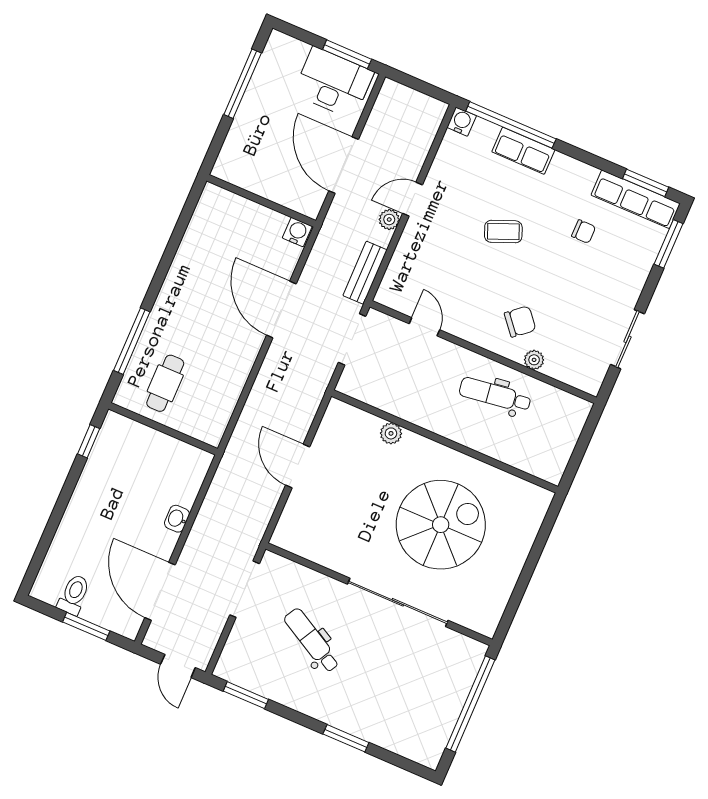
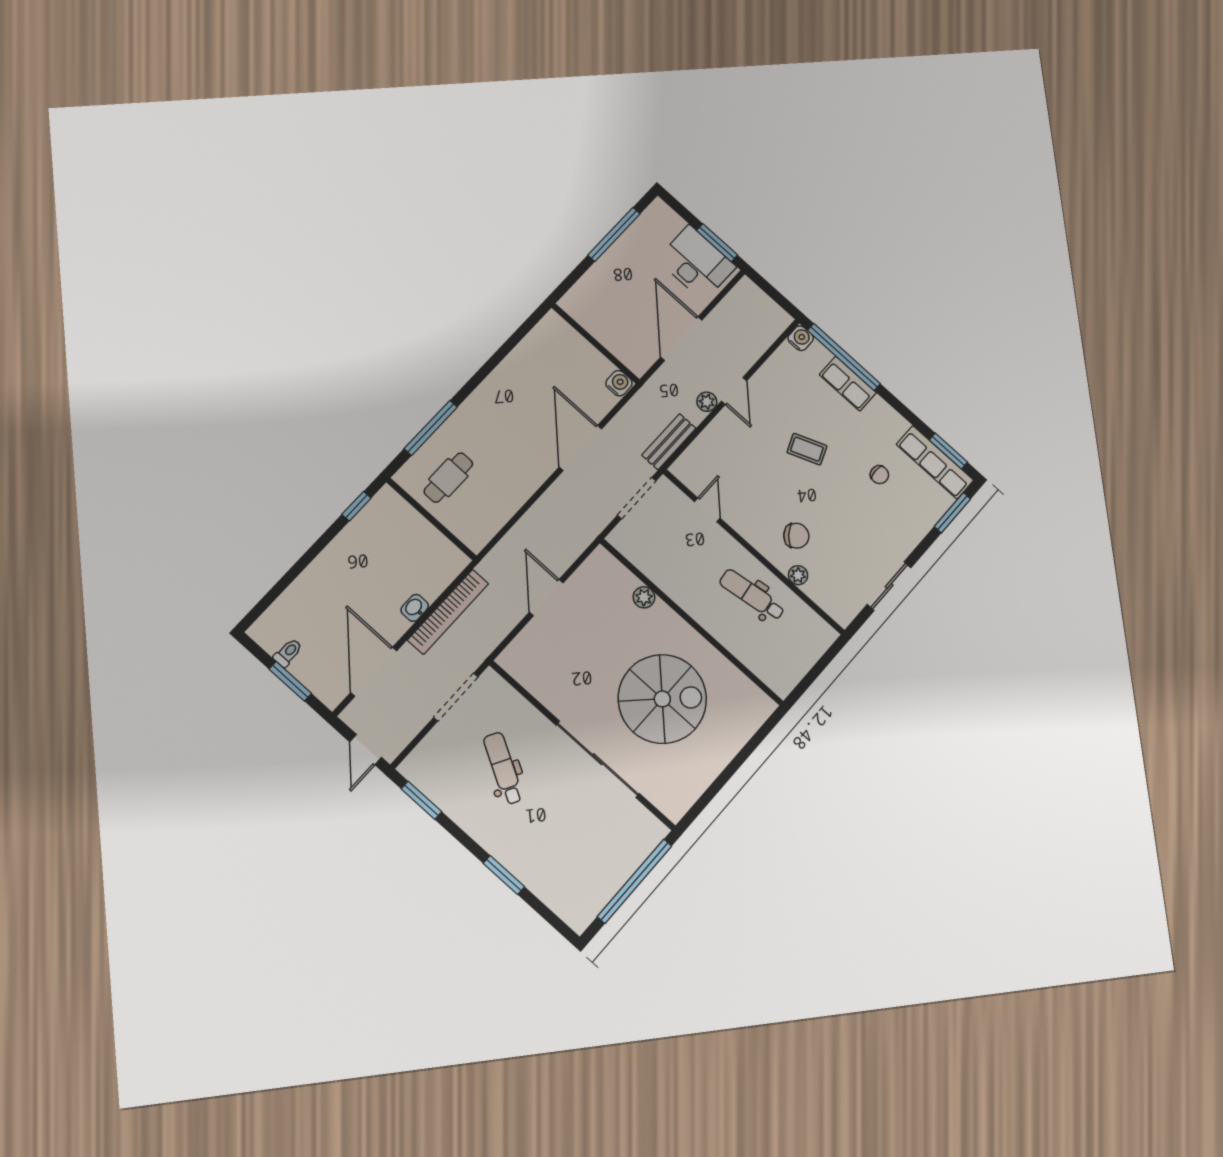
door: (413, 199) -> (734, 391), swing flipped
bookcase: (210, 512) -> (448, 612), added
toilet: (74, 595) -> (288, 653), width x0.73, depth x0.72

